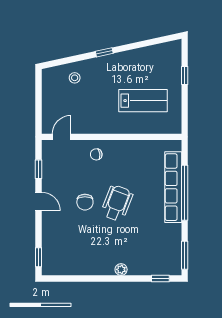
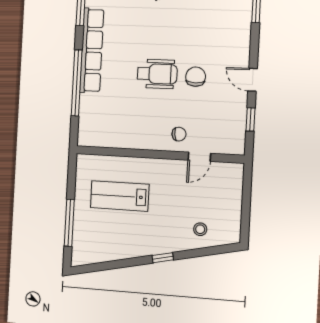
window: (185, 75) -> (69, 223), width x2.17
door: (62, 137) -> (199, 157), moved
row of seats: (173, 187) -> (92, 50), moved
wheelchair: (117, 203) -> (157, 74), turned -111

